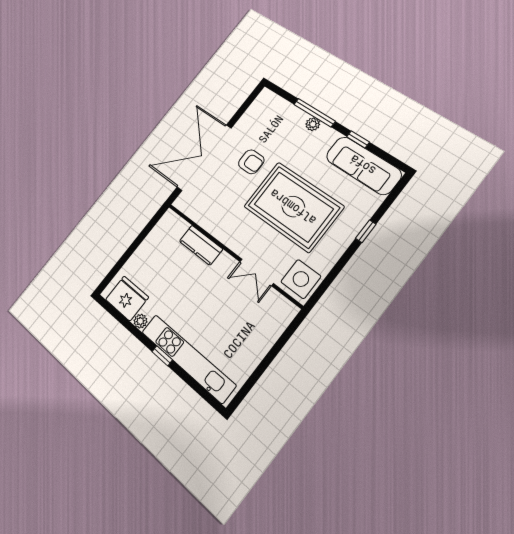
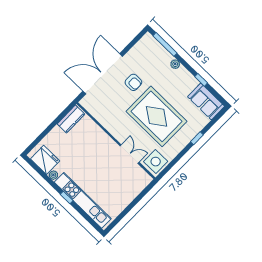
window: (314, 113) -> (165, 44), moved
sofa: (363, 165) -> (206, 101), width x0.73
kitchen counter: (201, 245) -> (71, 119), moved, turned -90
double door: (257, 272) -> (130, 154), swing flipped

